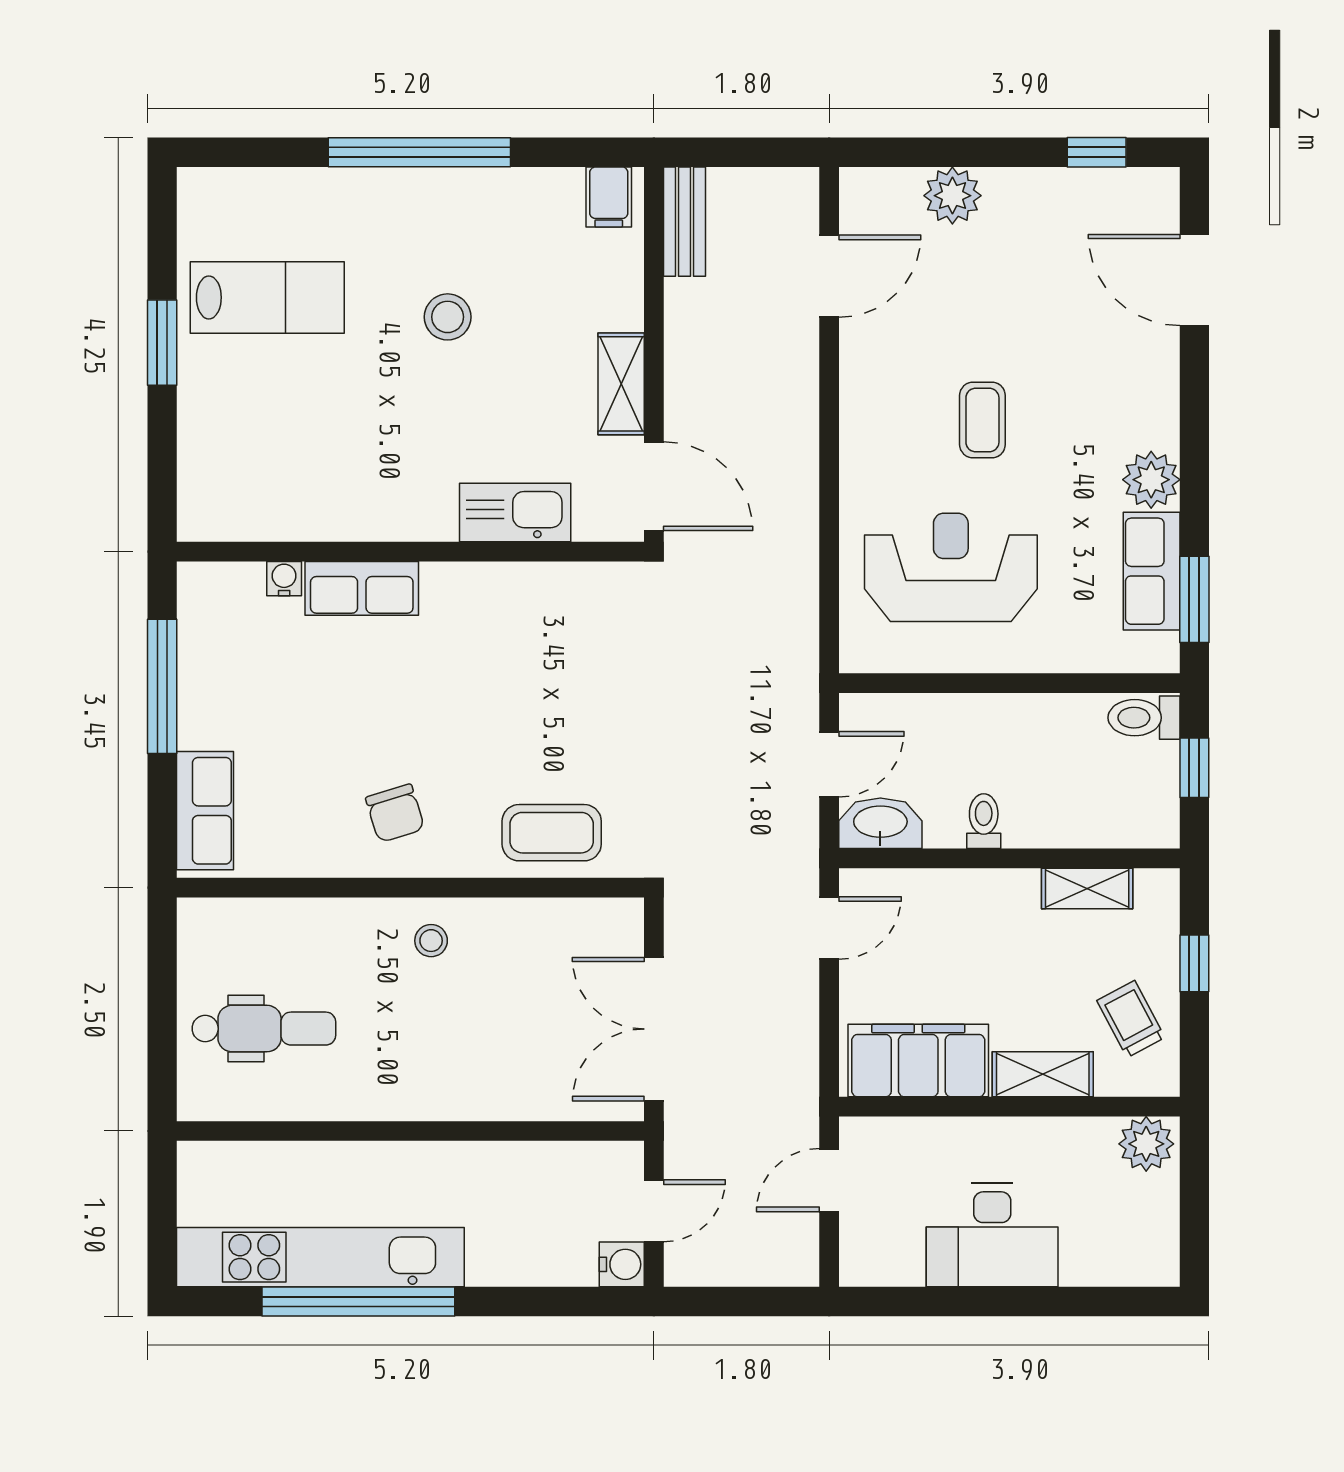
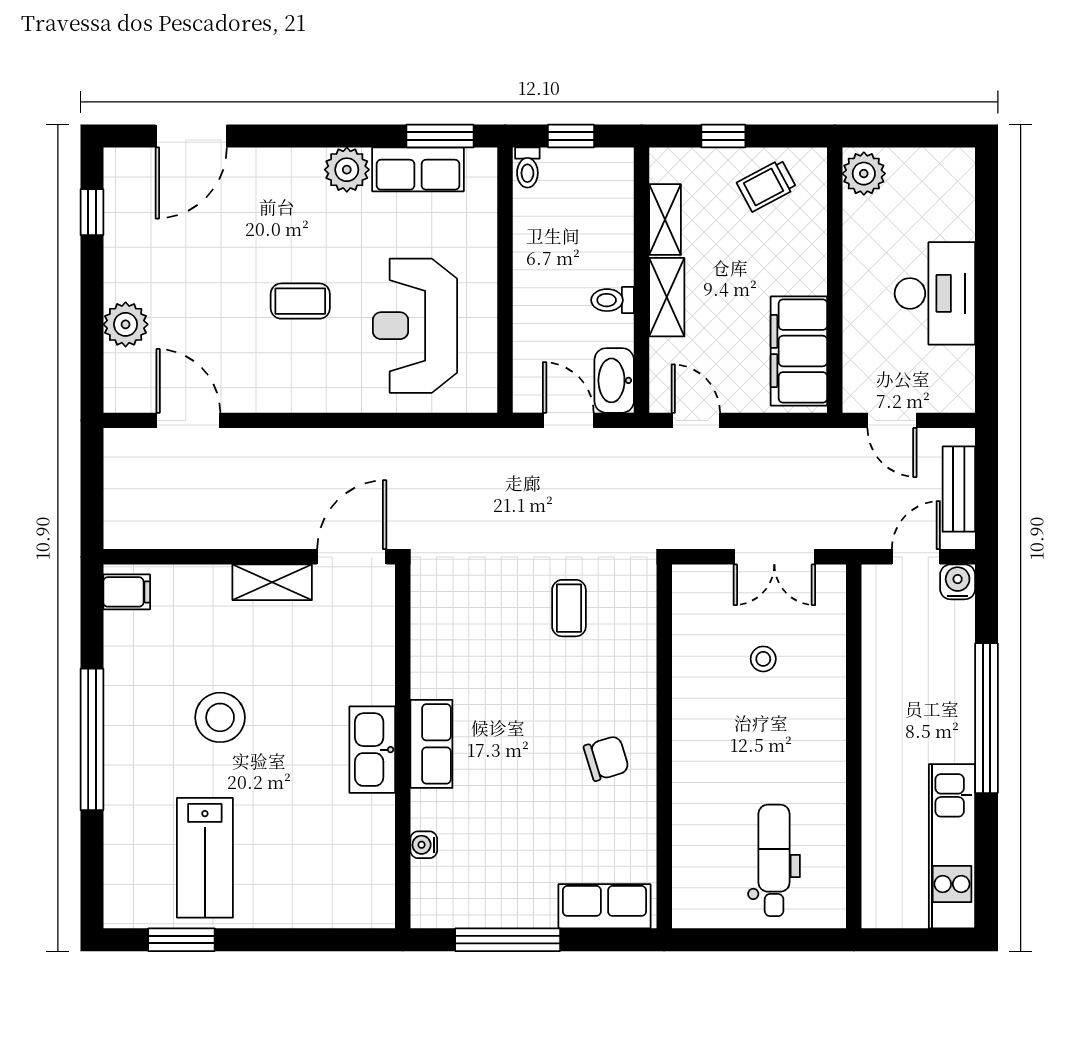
bench: (685, 222) -> (959, 489), moved, turned 90
lab bench: (267, 297) -> (205, 858), turned 180
stool: (448, 317) -> (220, 717), width x1.38, depth x1.38
window: (162, 343) -> (181, 940), moved
kitchen sink: (515, 513) -> (372, 750), moved
row of seats: (362, 588) -> (431, 744), moved
toilet: (1144, 718) -> (527, 168), width x0.73, depth x0.72
coffee table: (552, 833) -> (569, 608), moved, width x0.73, depth x0.77
stool: (431, 941) -> (763, 659), moved
double door: (654, 1029) -> (774, 557), width x0.73
shelving: (1043, 1074) -> (667, 297), moved
door: (654, 1211) -> (916, 557), hinge flipped
kitchen unit: (320, 1257) -> (952, 846), width x0.73
window: (358, 1301) -> (986, 718), moved

